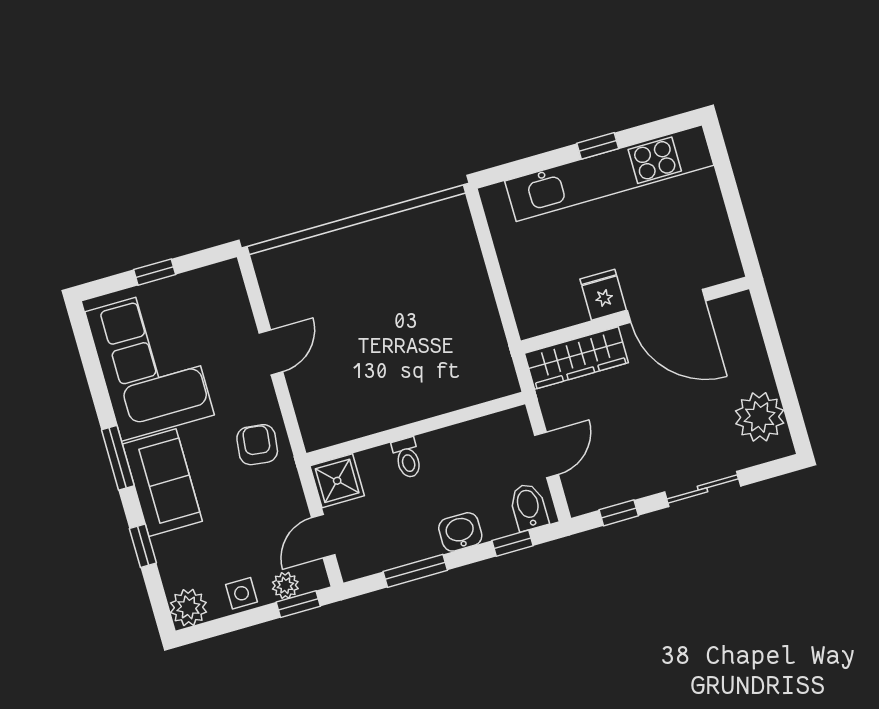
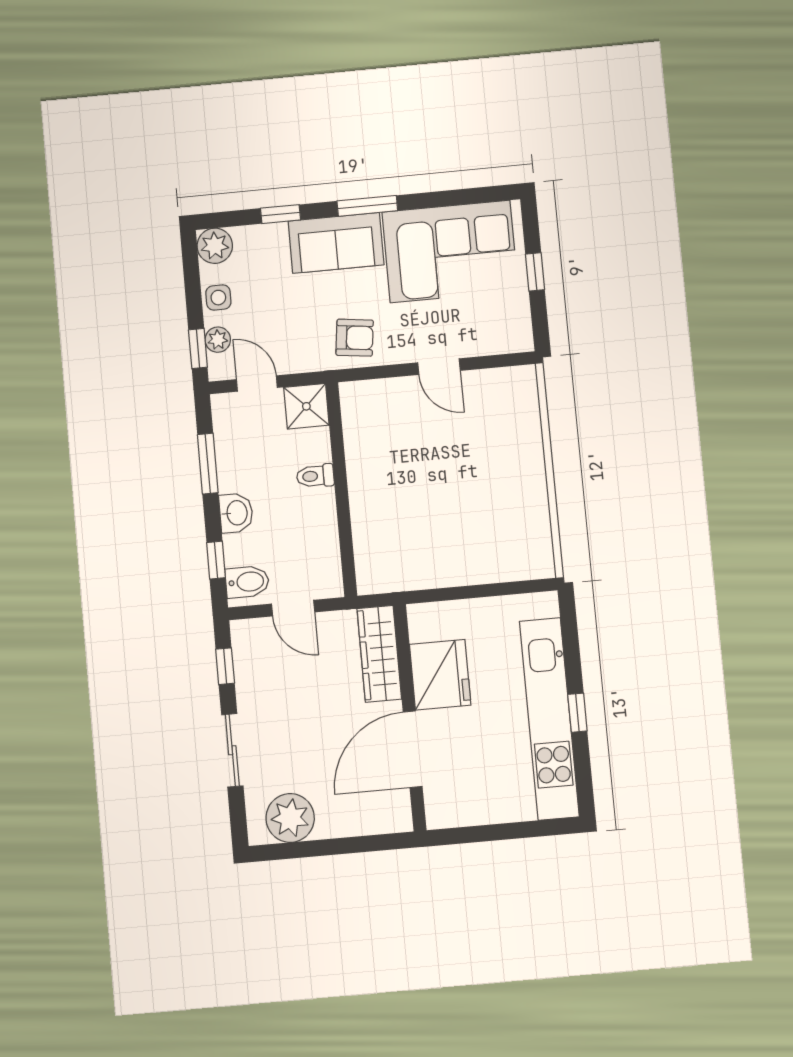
fridge: (603, 295) -> (440, 675), width x1.88, depth x1.34

